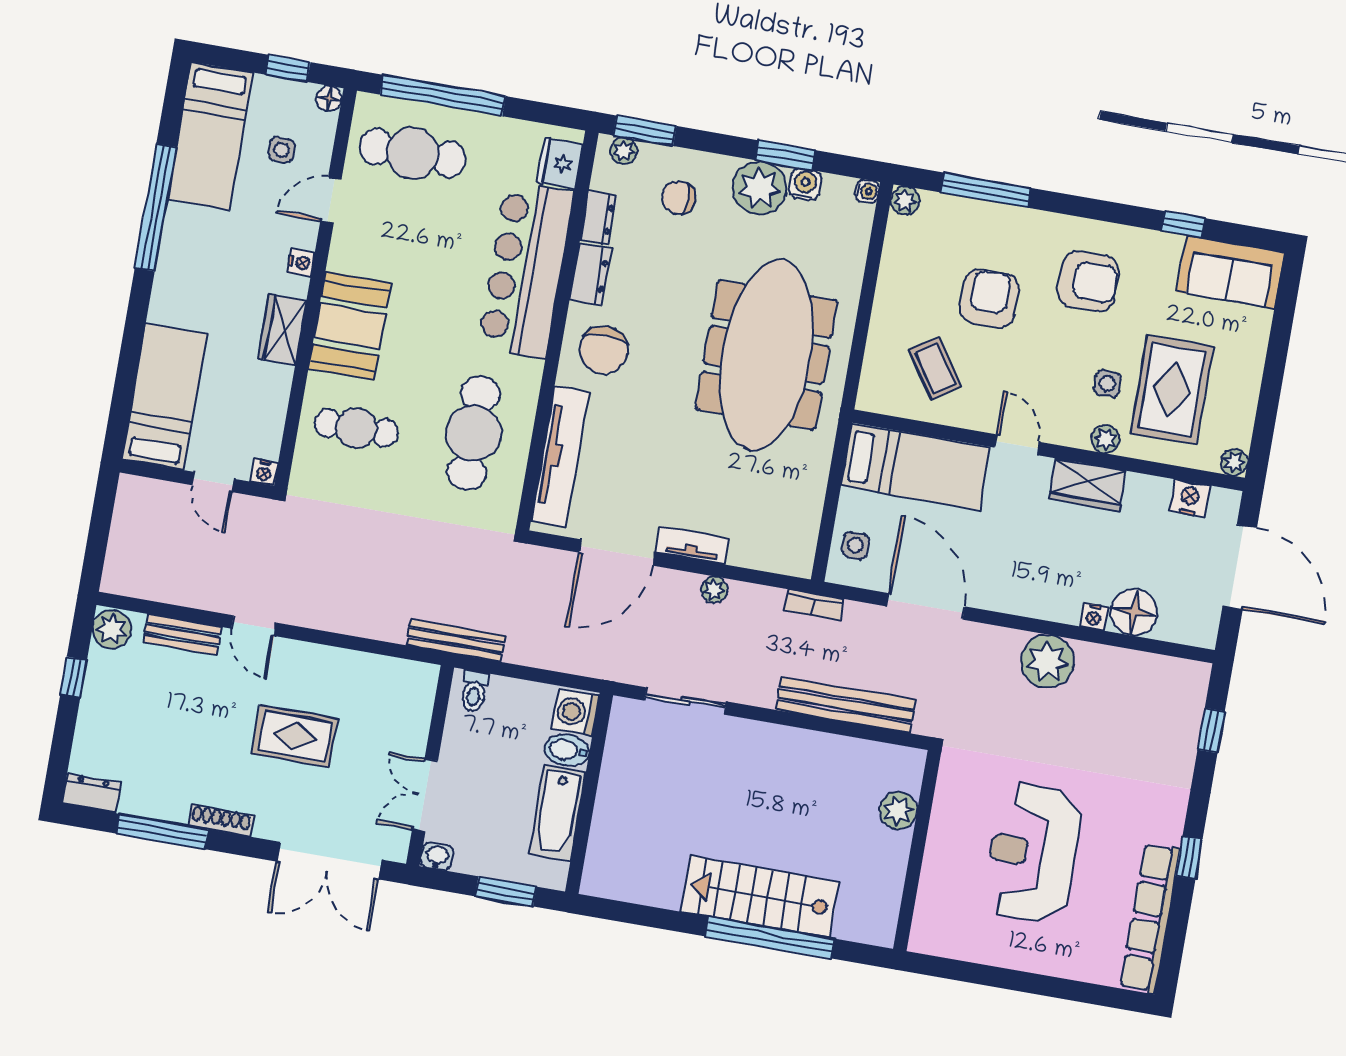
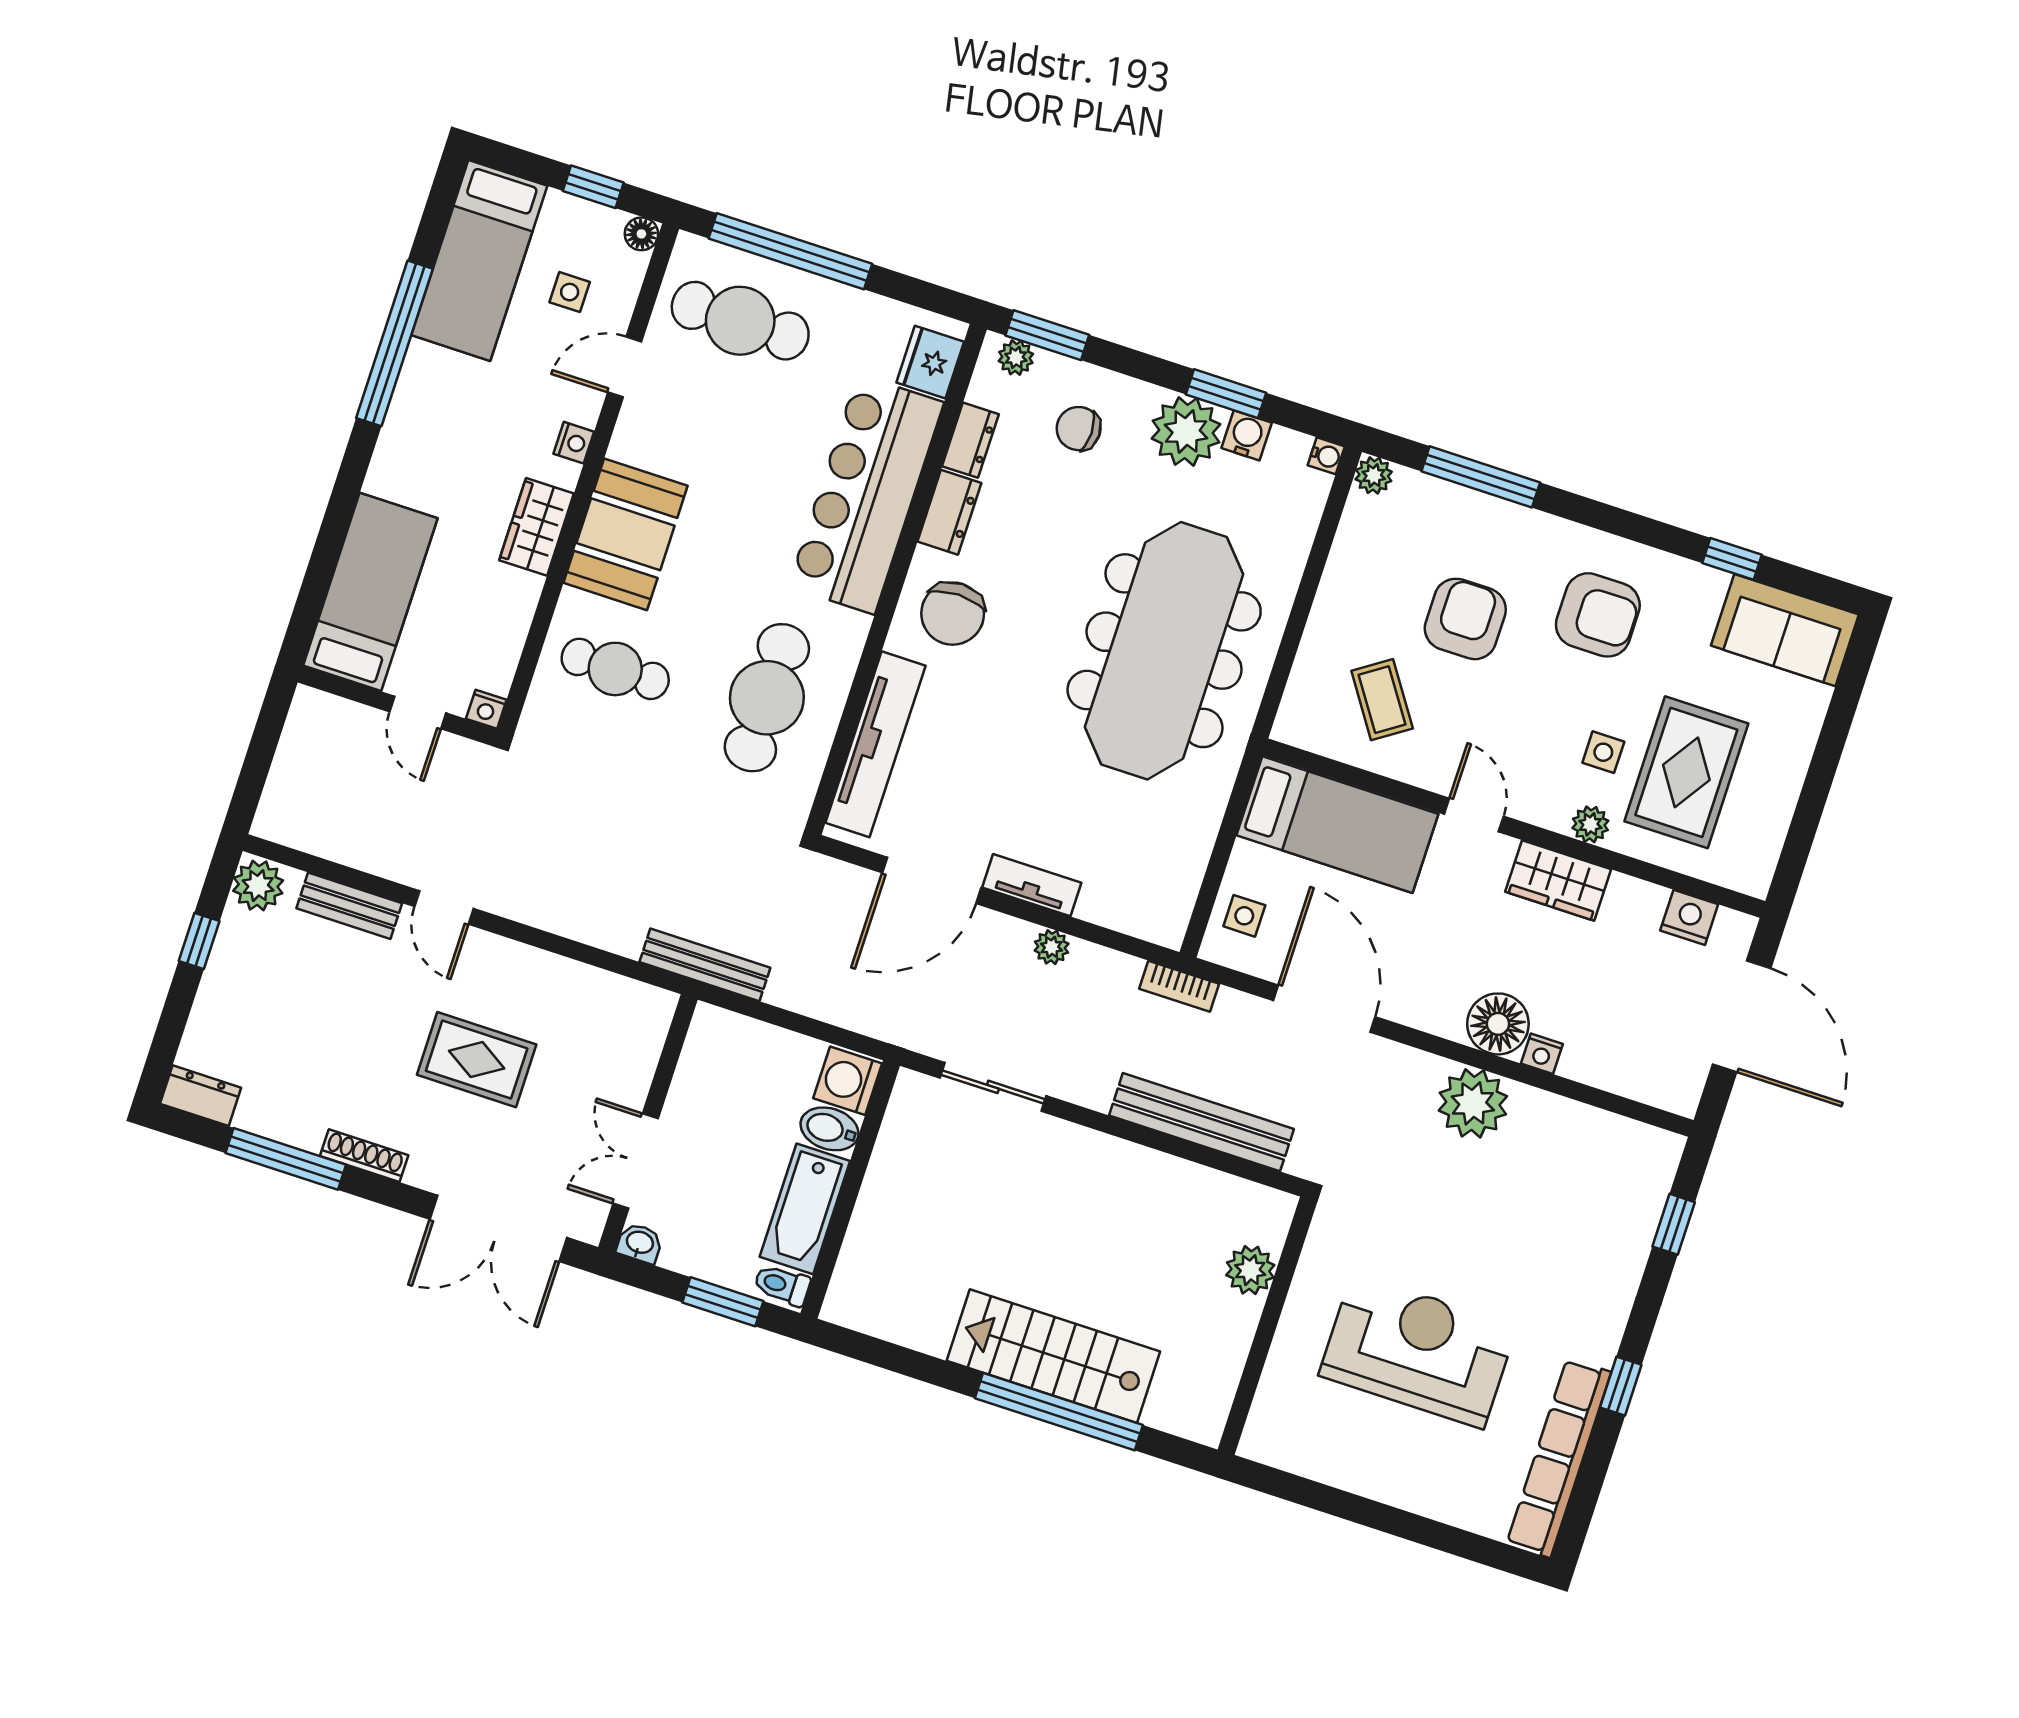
plant: (1234, 462) -> (1754, 879), removed
floor lamp: (1134, 612) -> (1498, 1024), moved
toilet: (474, 691) -> (782, 1285), moved, turned 90
reception desk: (1033, 853) -> (1418, 1351), turned 90

